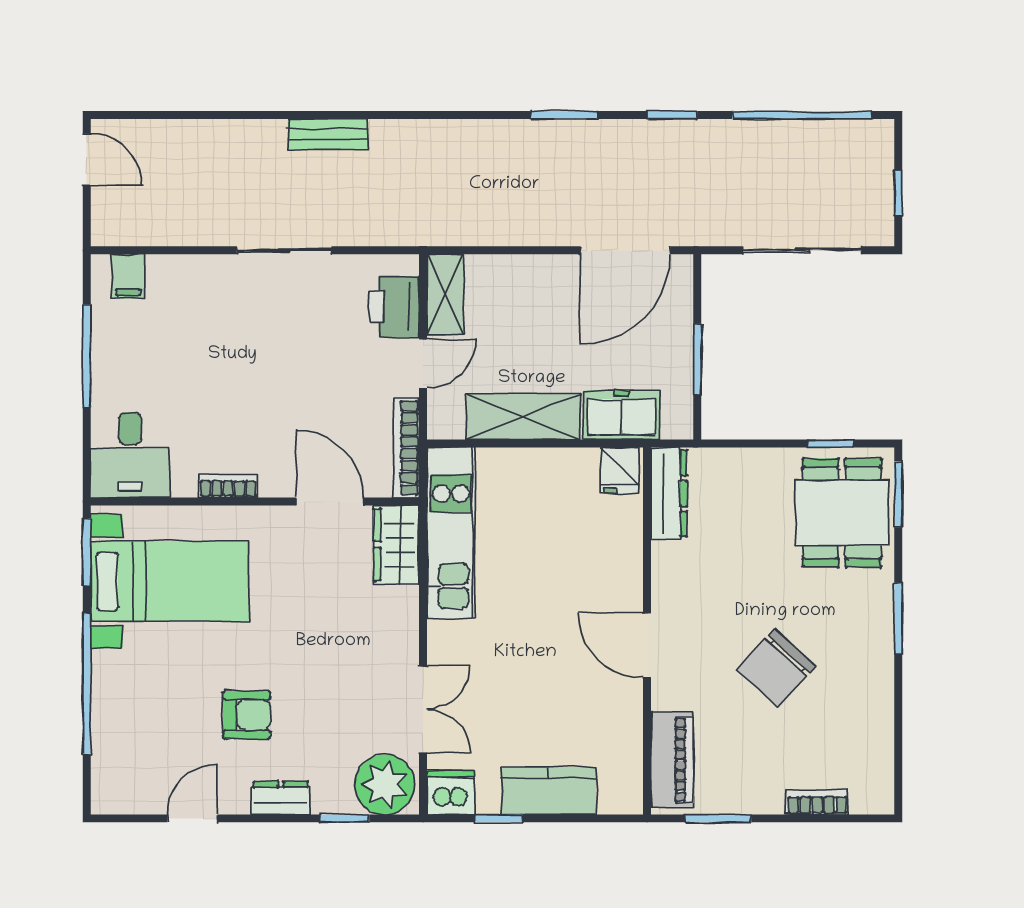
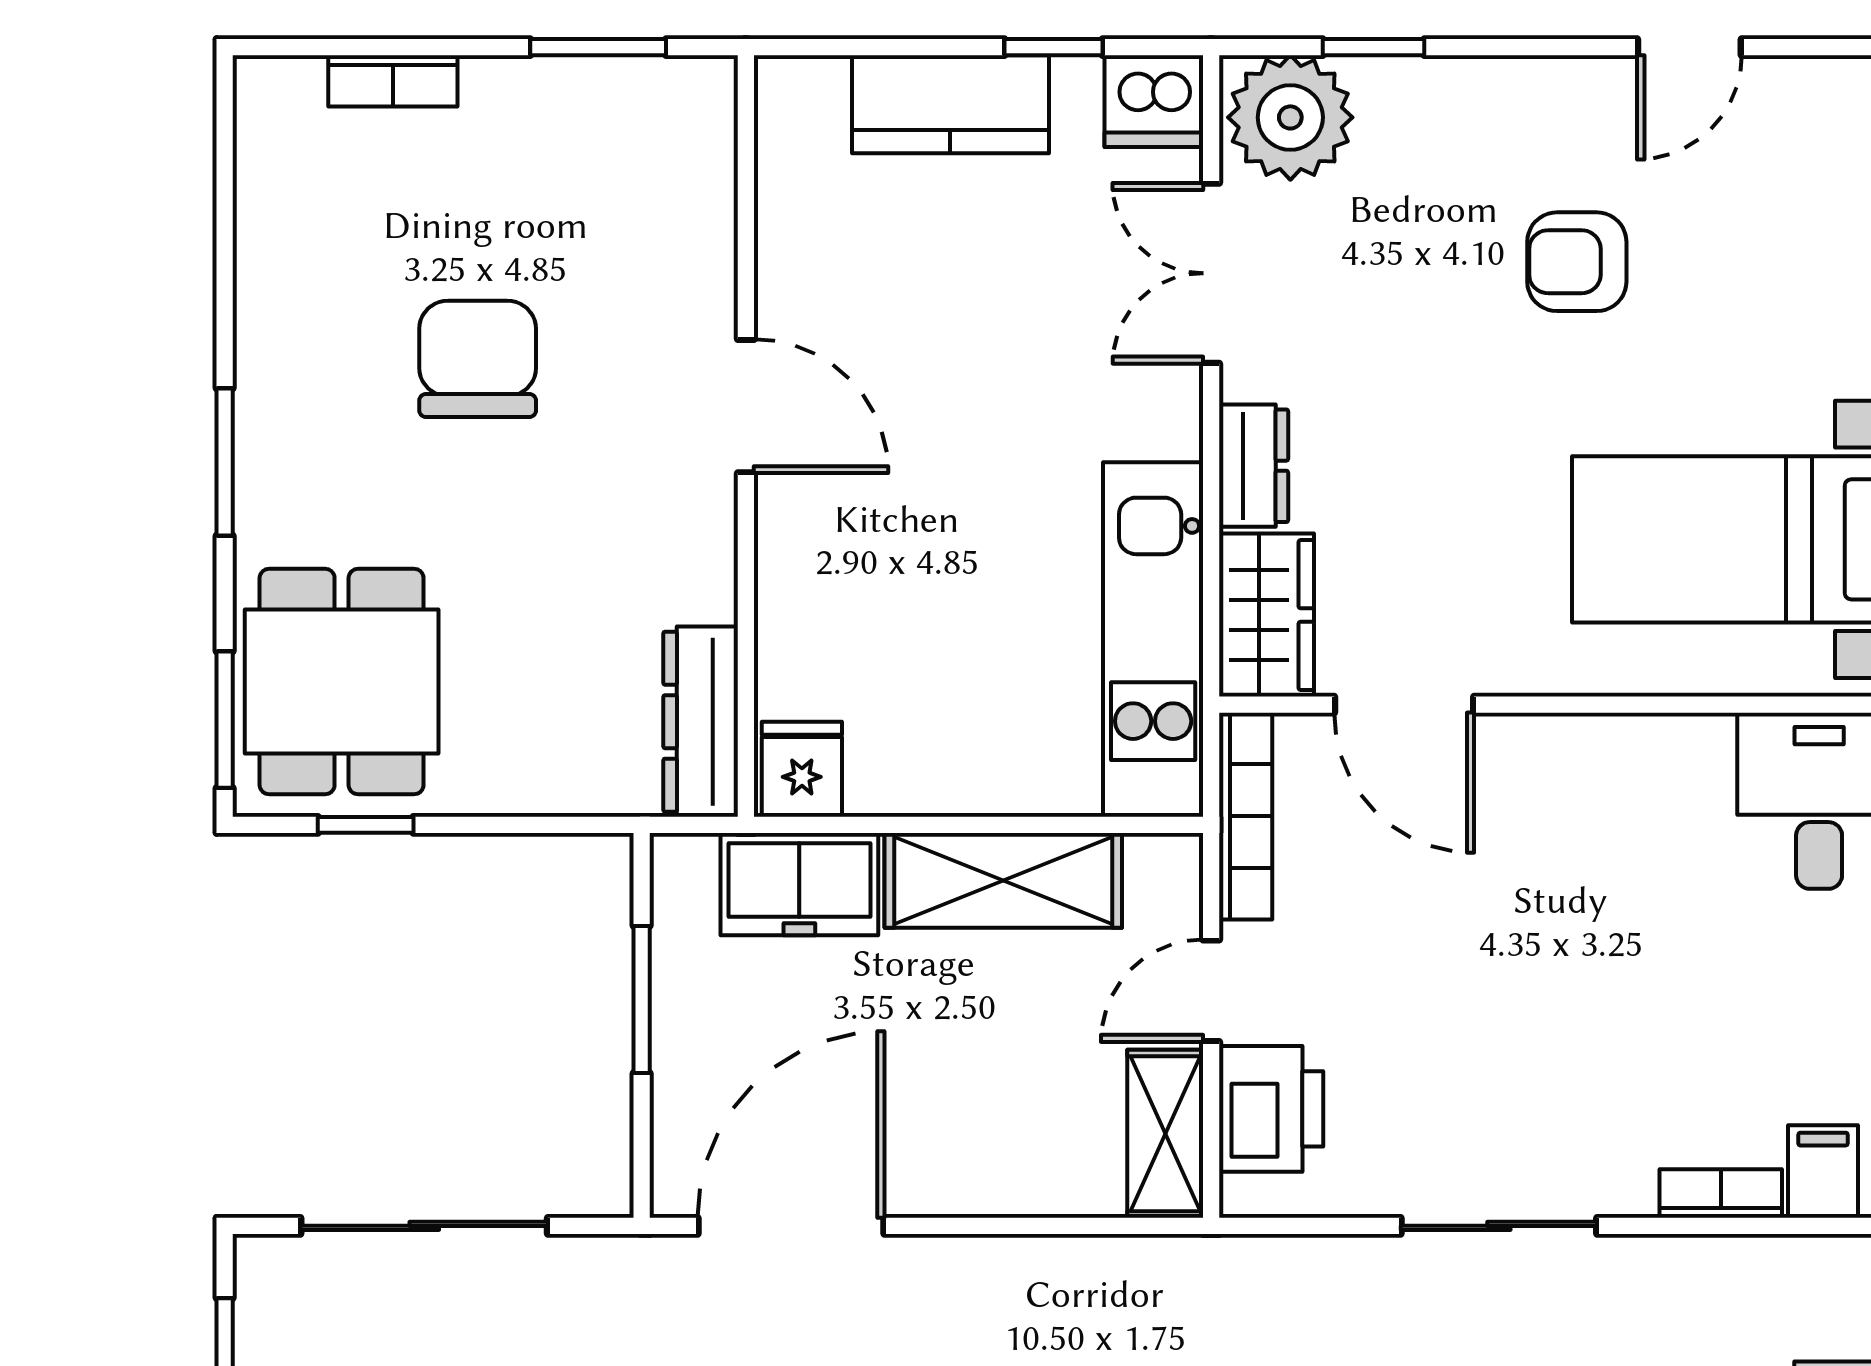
bookcase: (228, 486) -> (1721, 1193), moved, turned 180
chair: (776, 668) -> (478, 359), turned -42
piano: (672, 760) -> (694, 169), removed
dresser: (281, 798) -> (1254, 466), moved, turned -90

